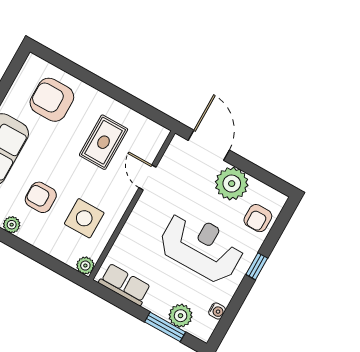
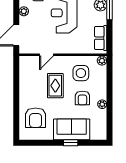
rug: (104, 142) -> (55, 86), moved, turned 90
plant: (232, 184) -> (24, 11), width x0.53, depth x0.53

